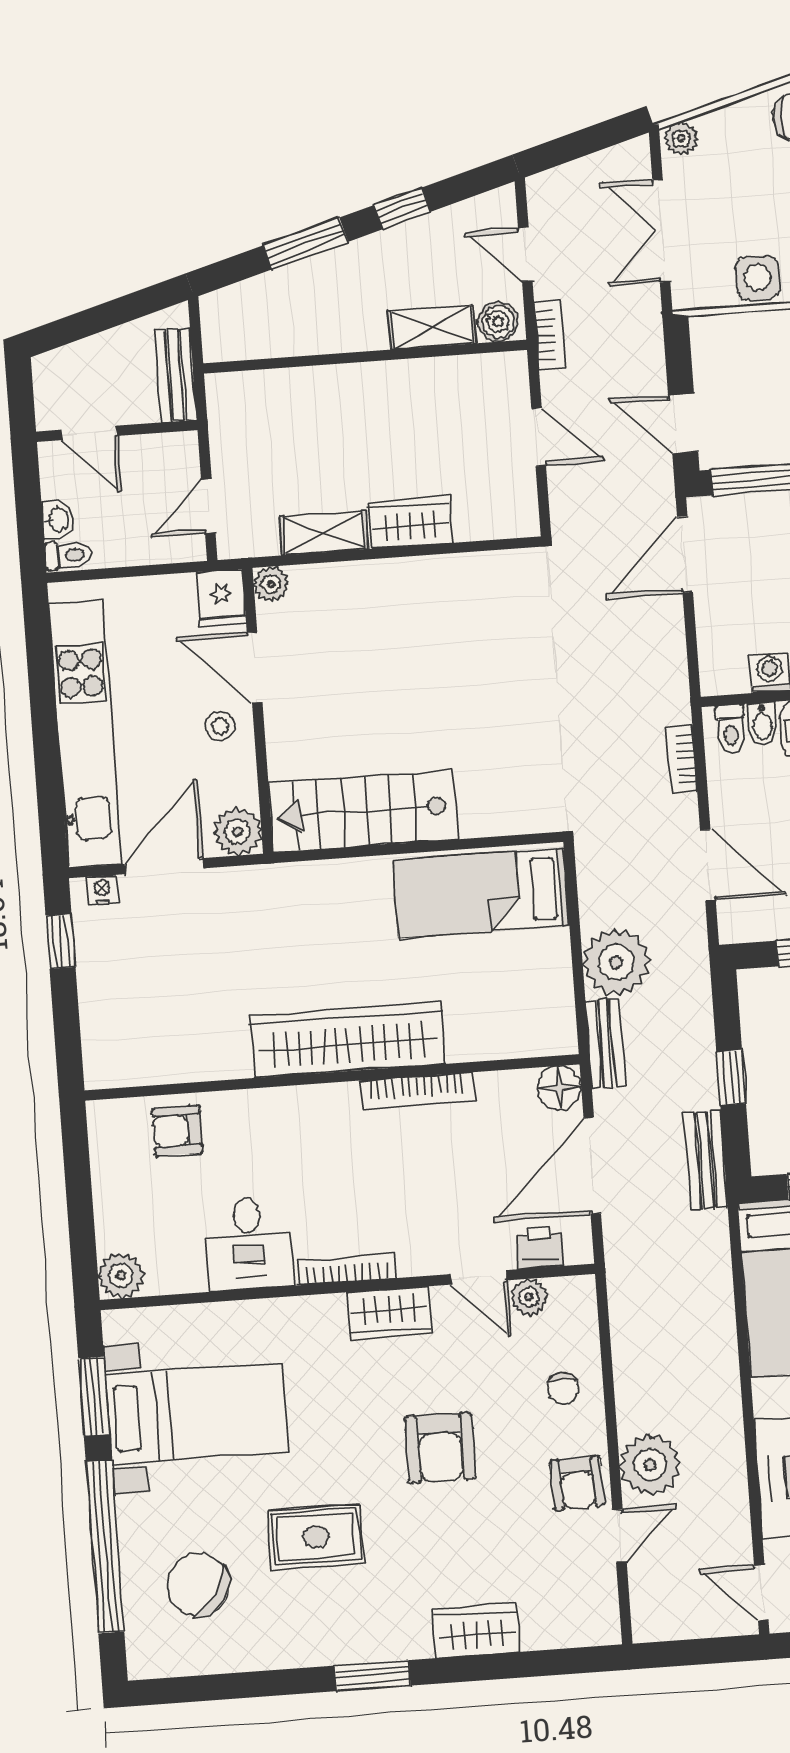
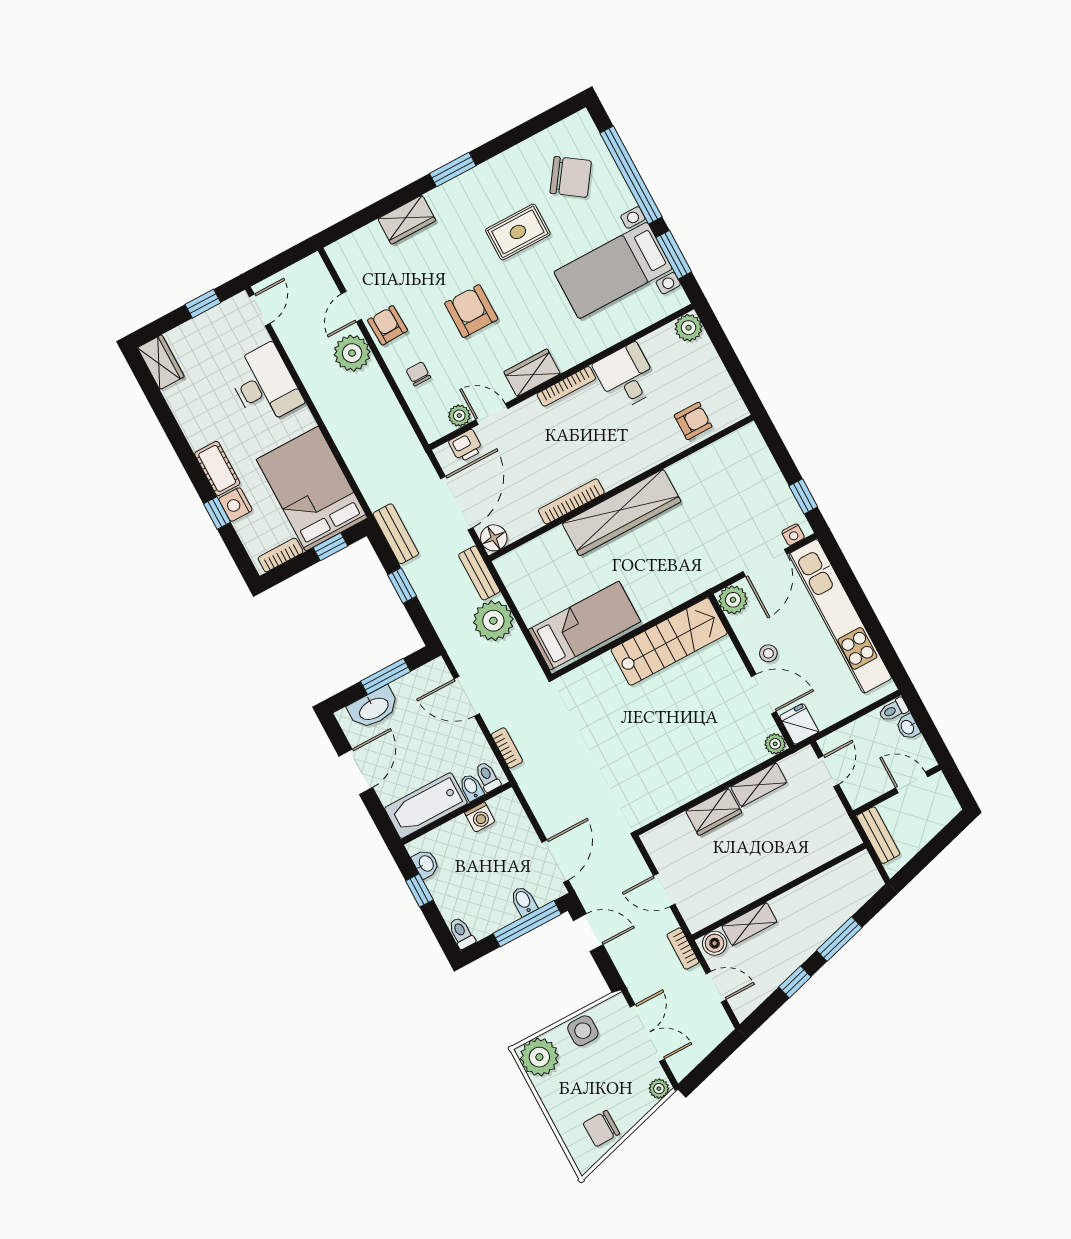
bidet: (760, 515) -> (524, 901), added
door: (761, 1593) -> (260, 310), hinge flipped

